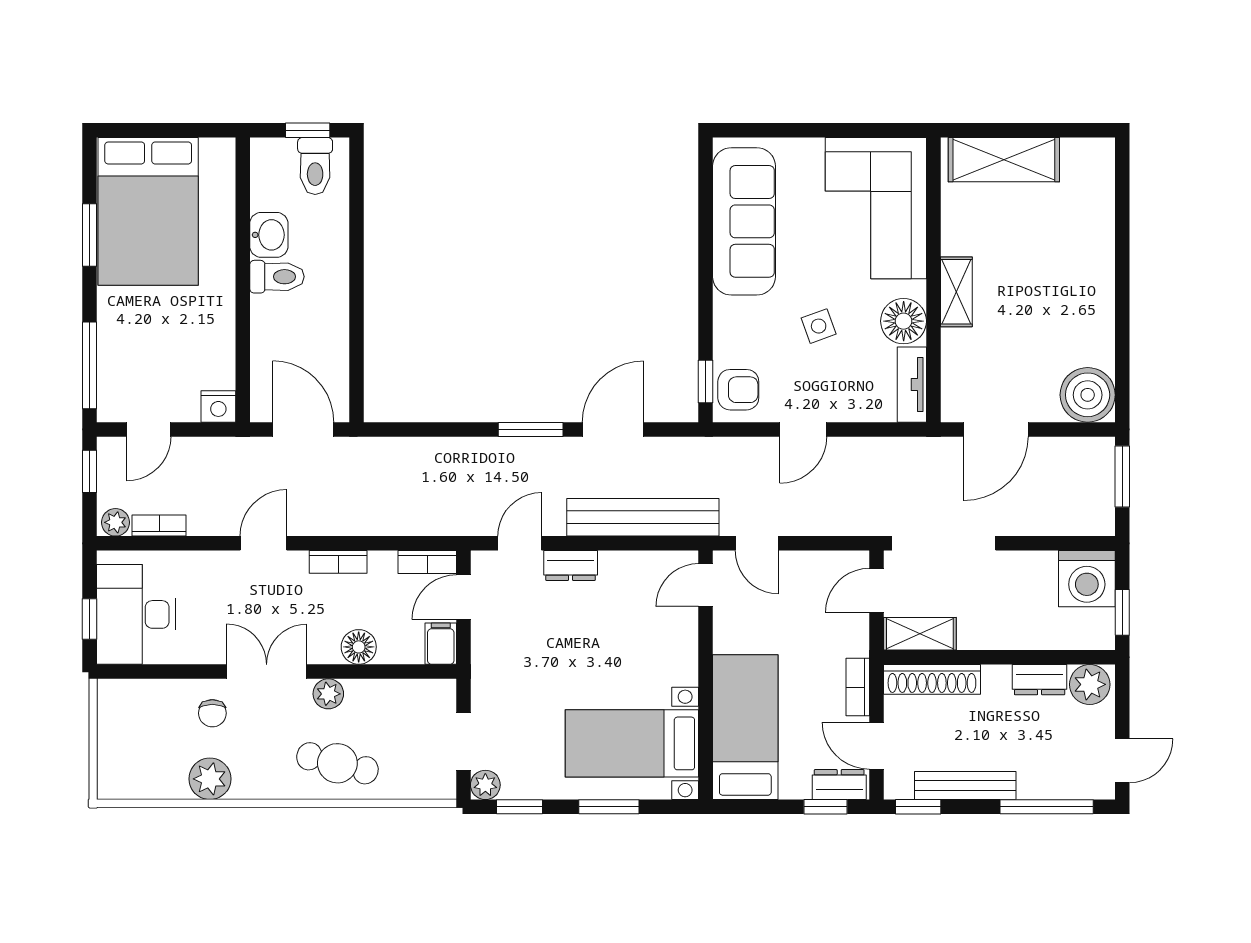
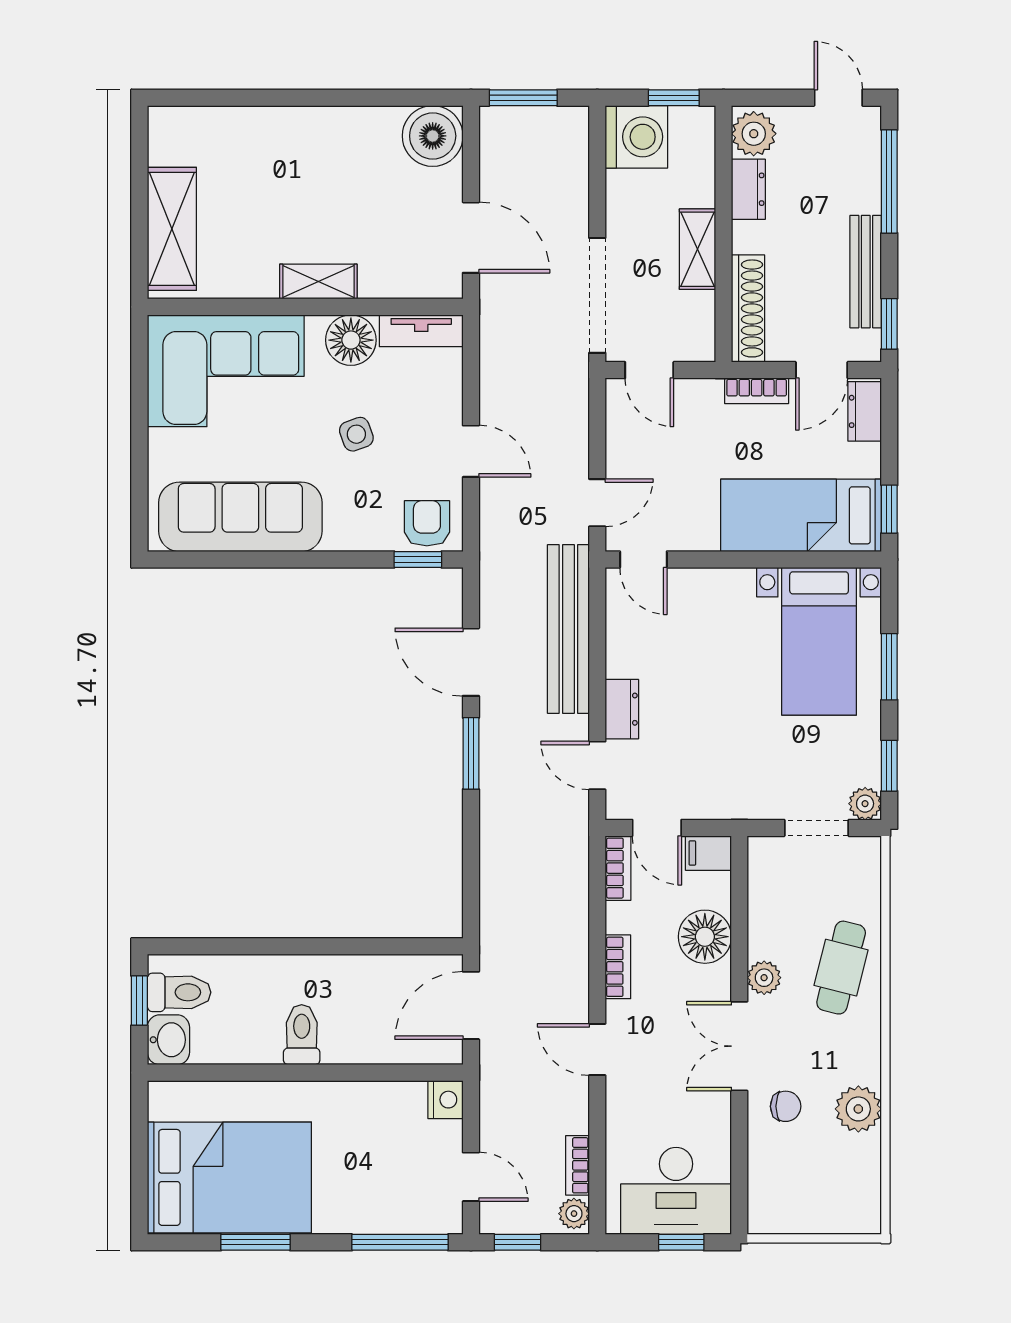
washbasin: (269, 235) -> (168, 1040), moved, turned 90
shelving: (920, 634) -> (698, 249), moved
floor lamp: (359, 647) -> (705, 937), width x1.38, depth x1.38
window: (825, 807) -> (889, 509), moved

